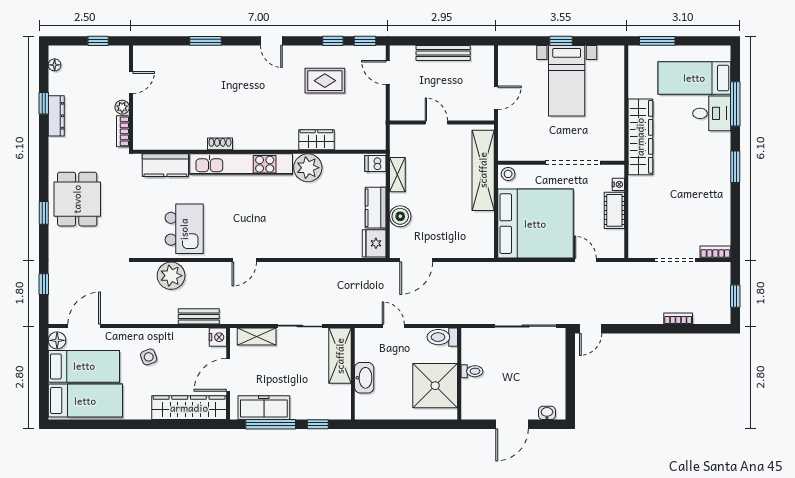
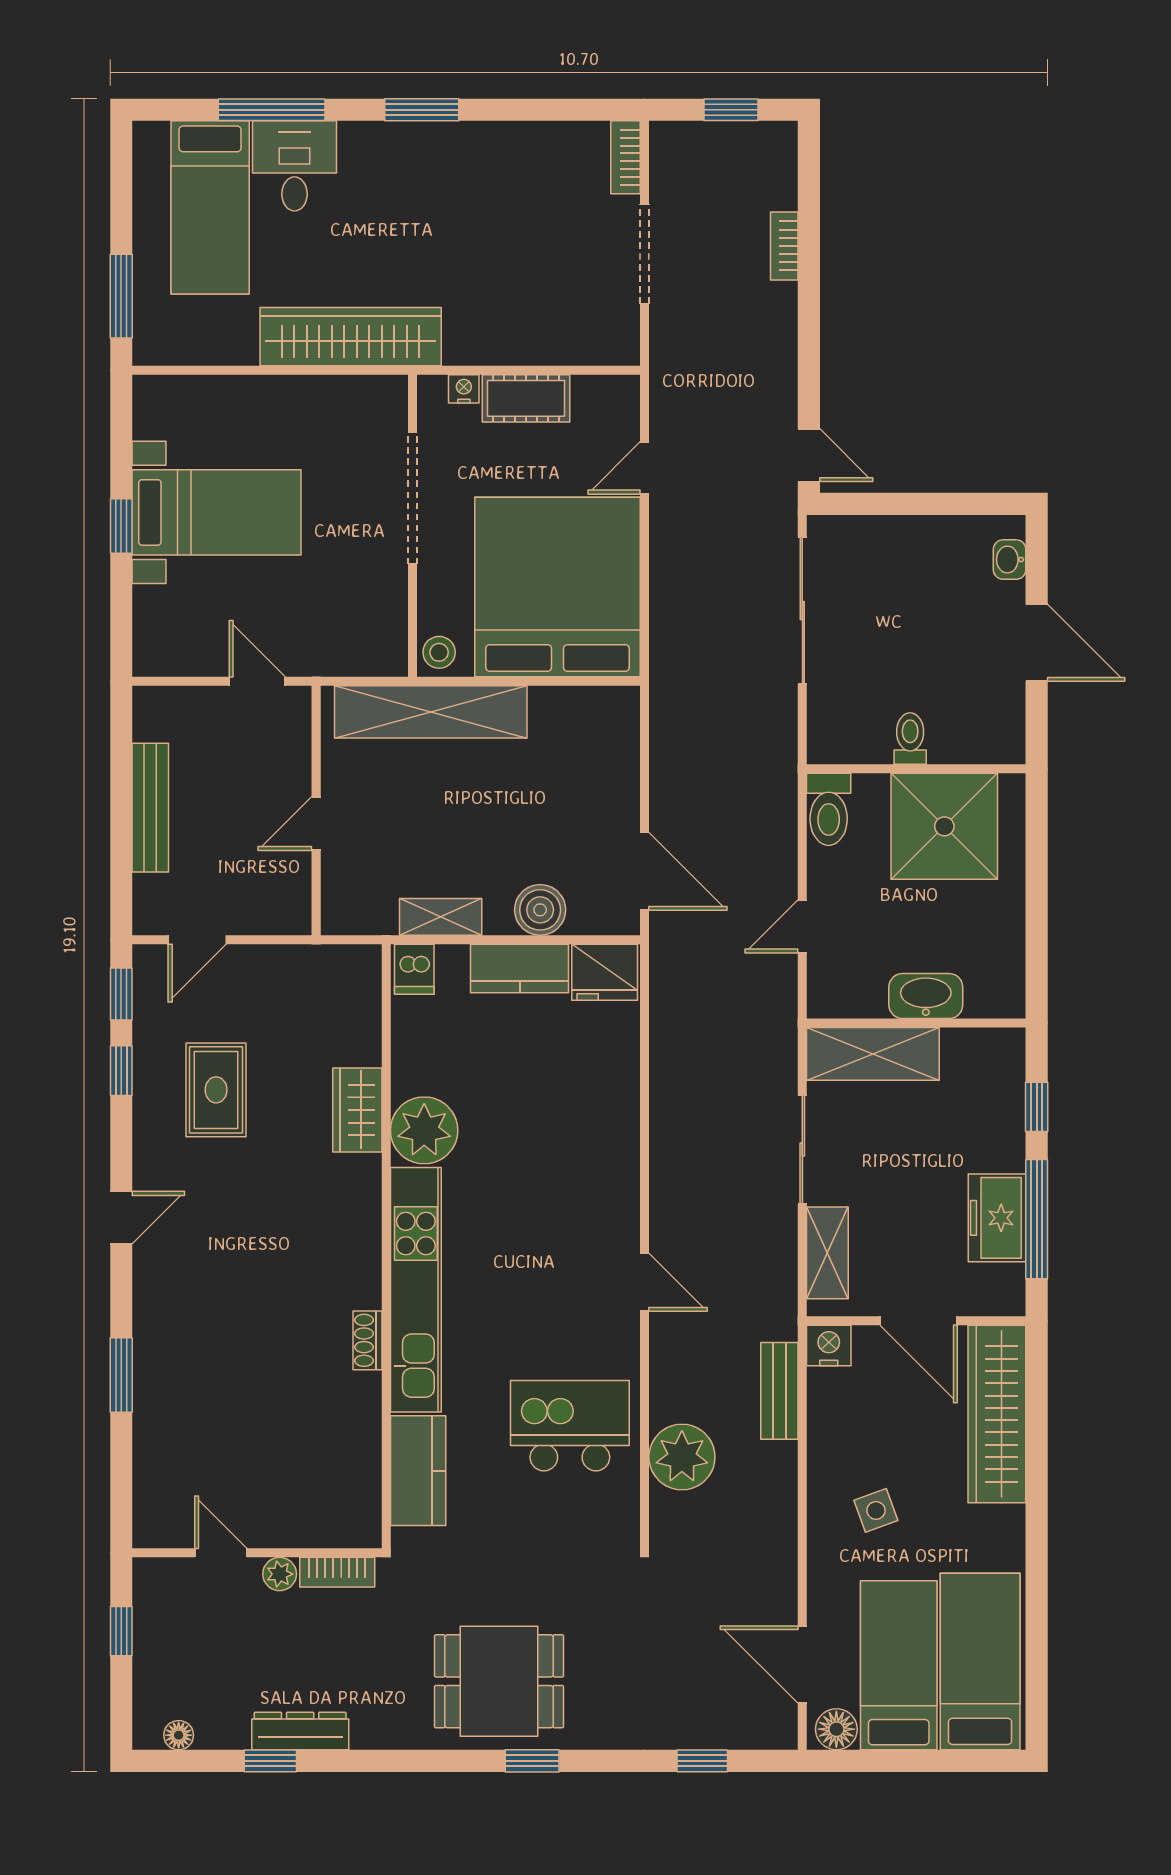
freezer: (264, 408) -> (997, 1218), width x0.71

